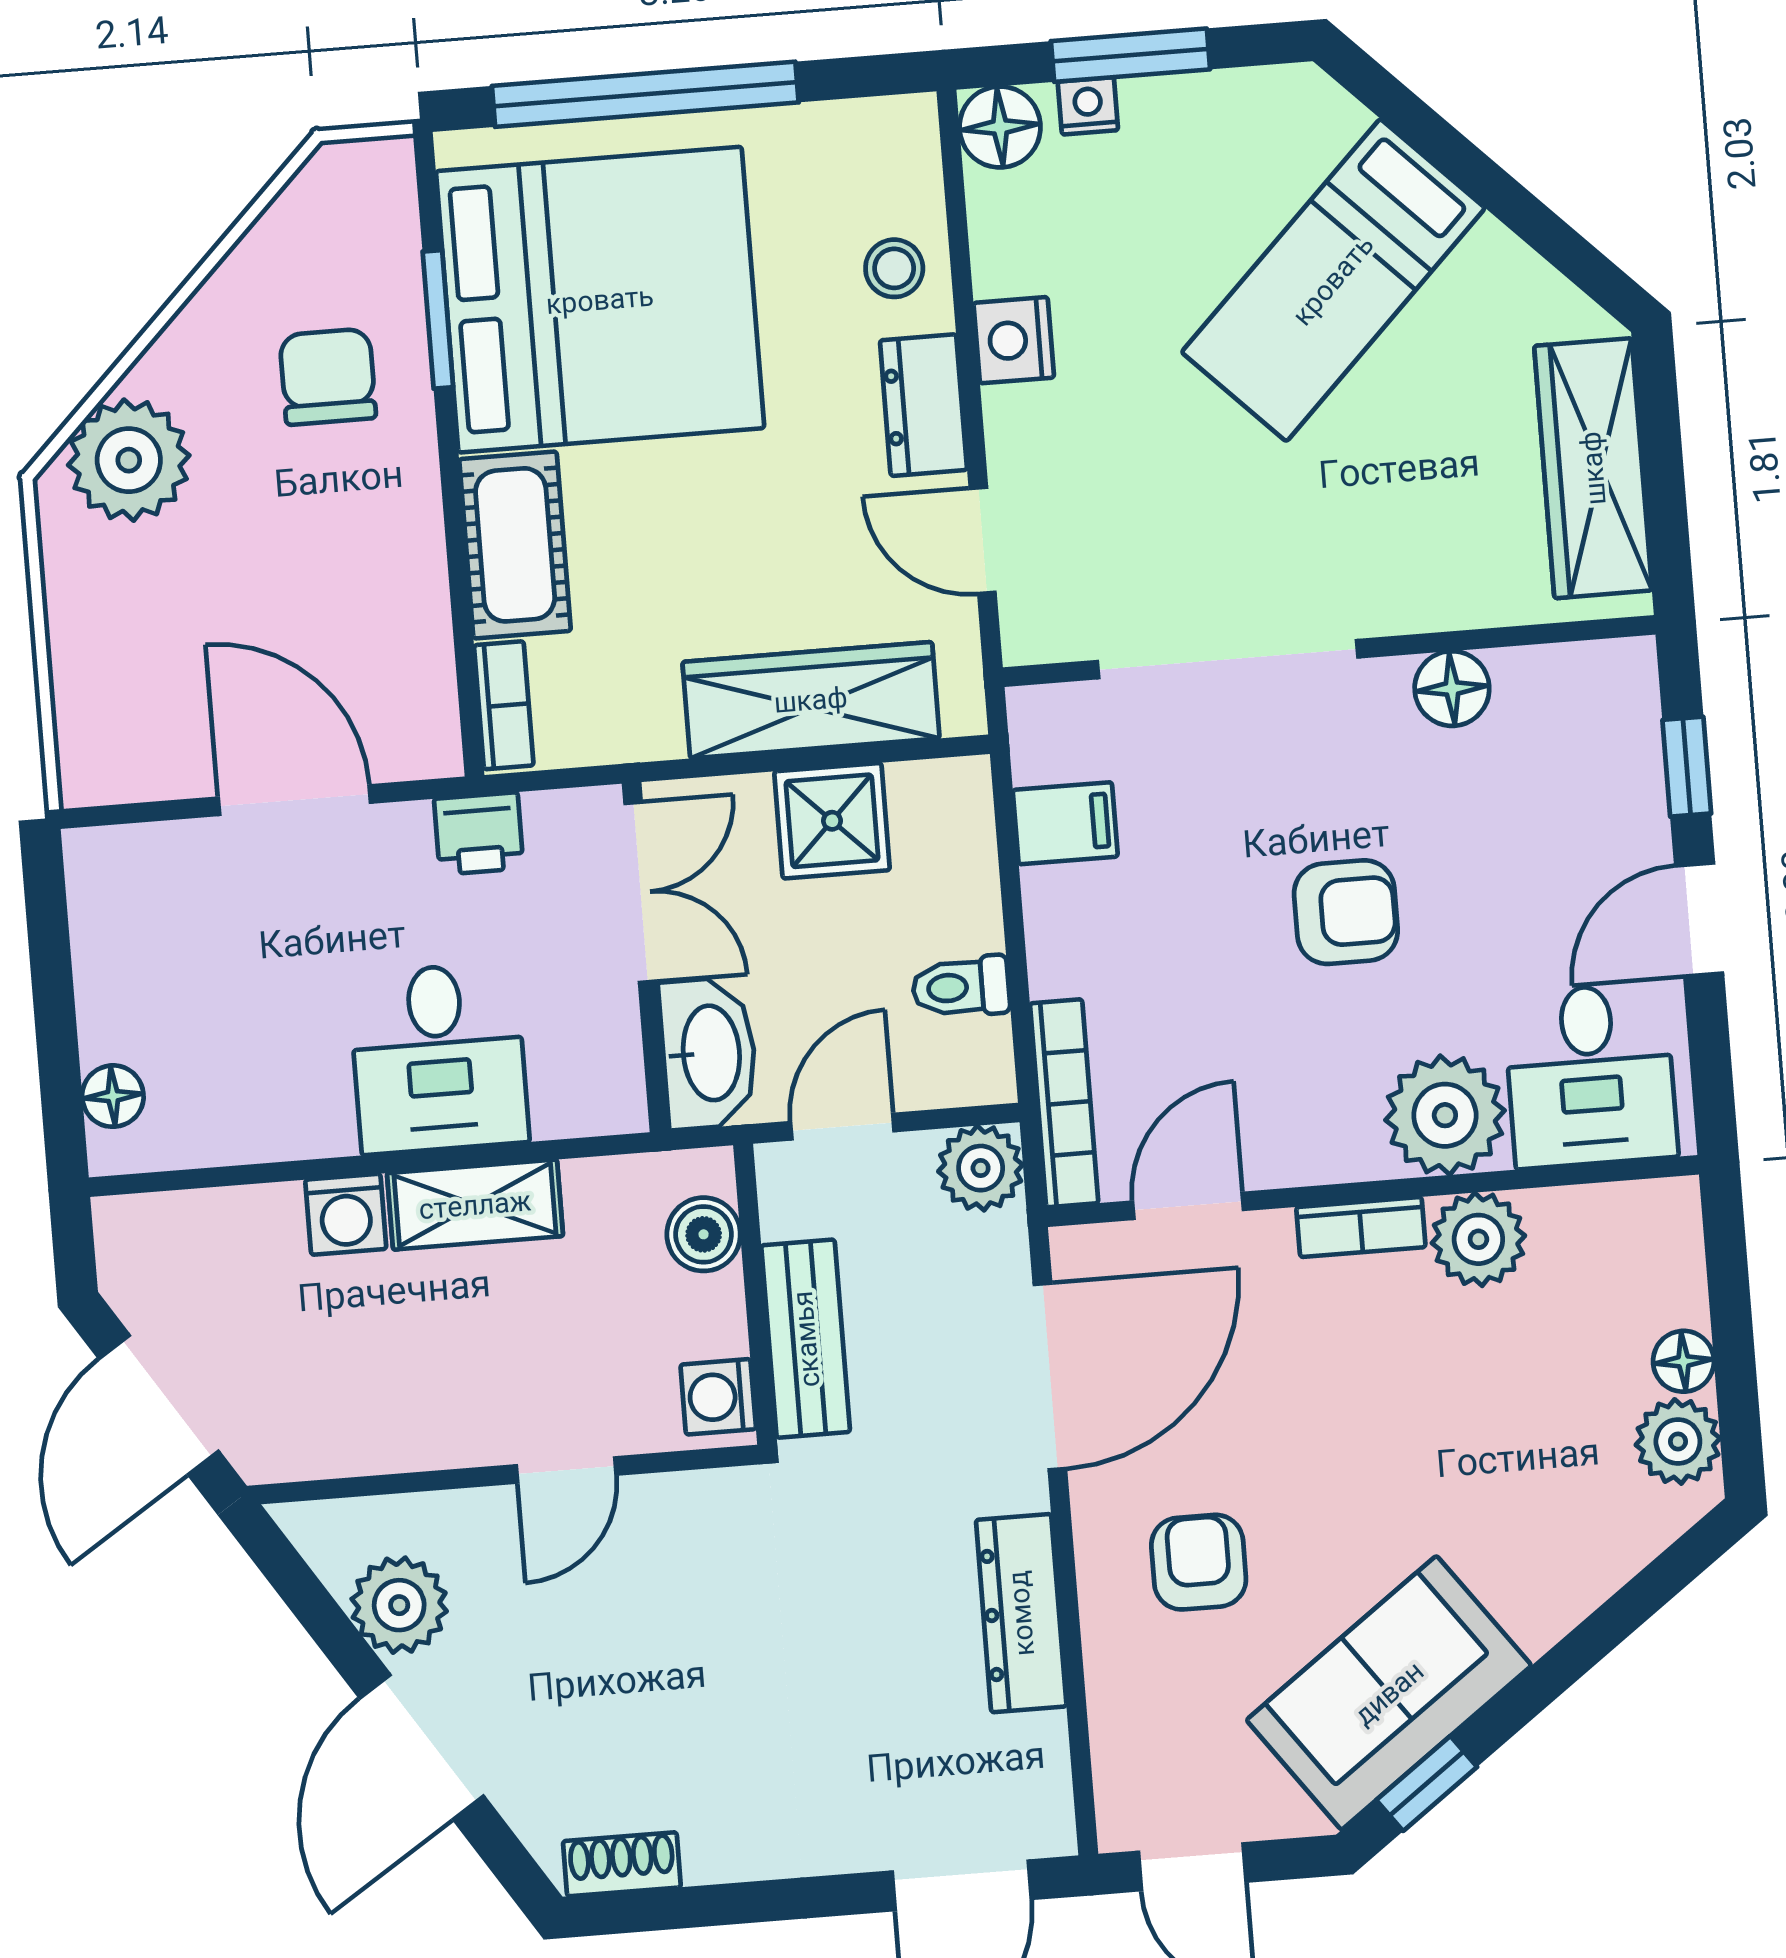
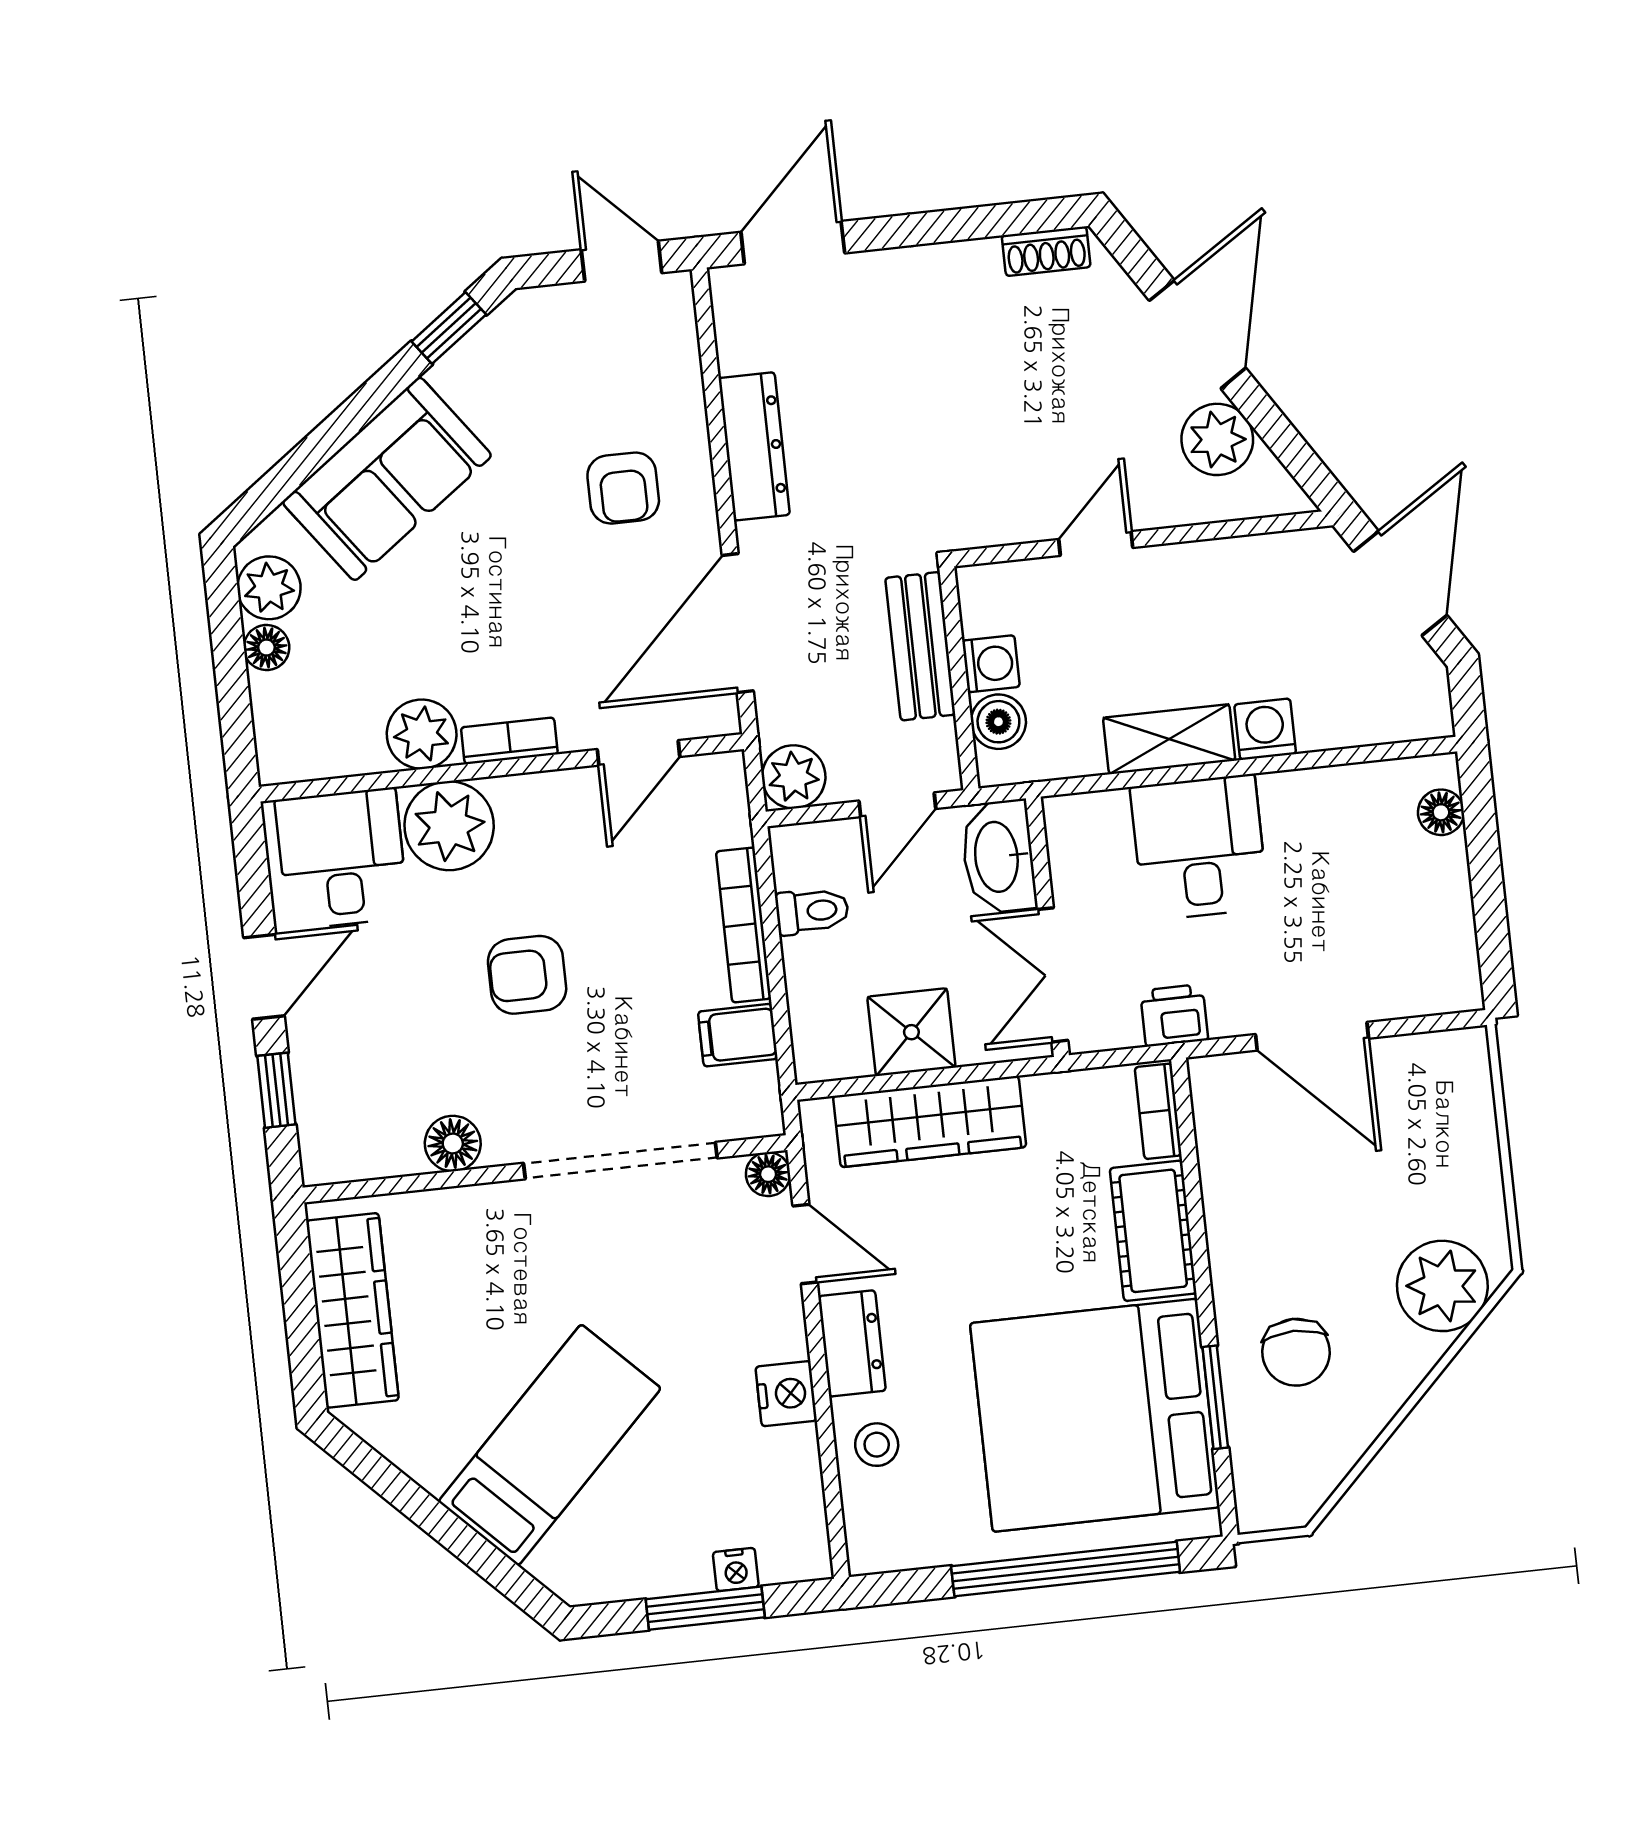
floor lamp: (1000, 127) -> (768, 1174), moved, width x0.73, depth x0.73
bookcase: (1064, 1103) -> (744, 925), moved
washing machine: (718, 1397) -> (991, 664), moved
sofa: (1389, 1693) -> (387, 479), moved

